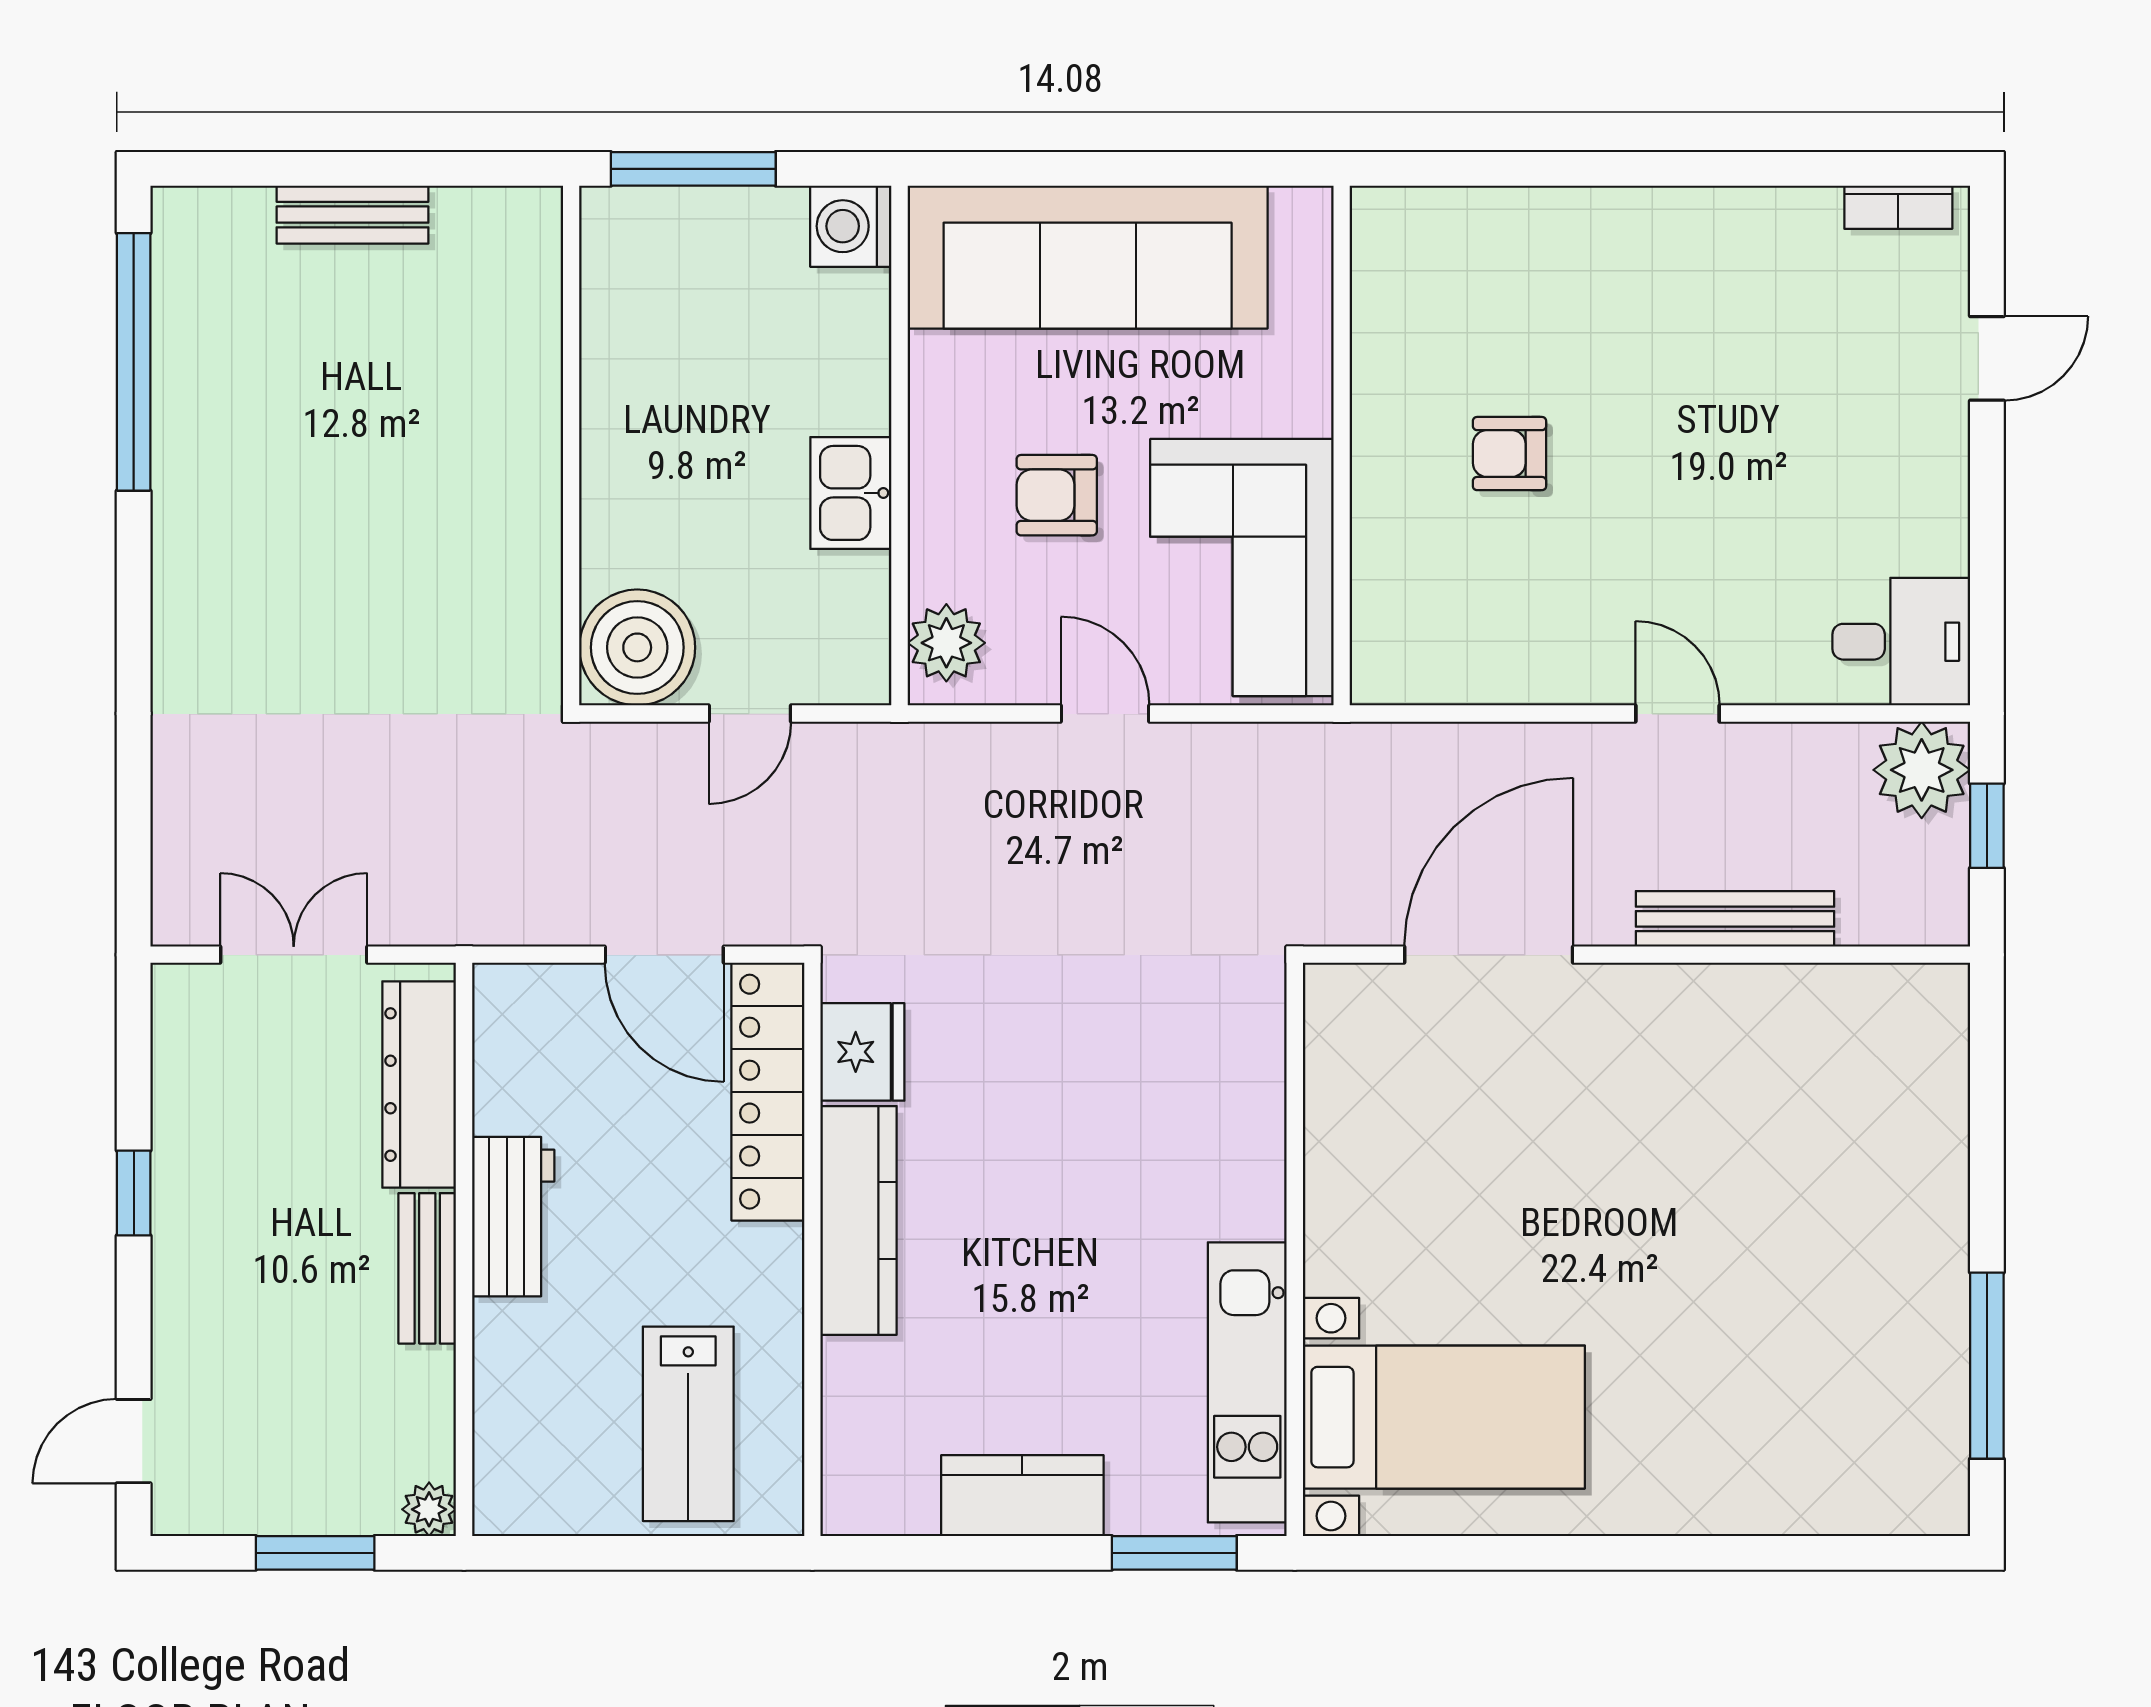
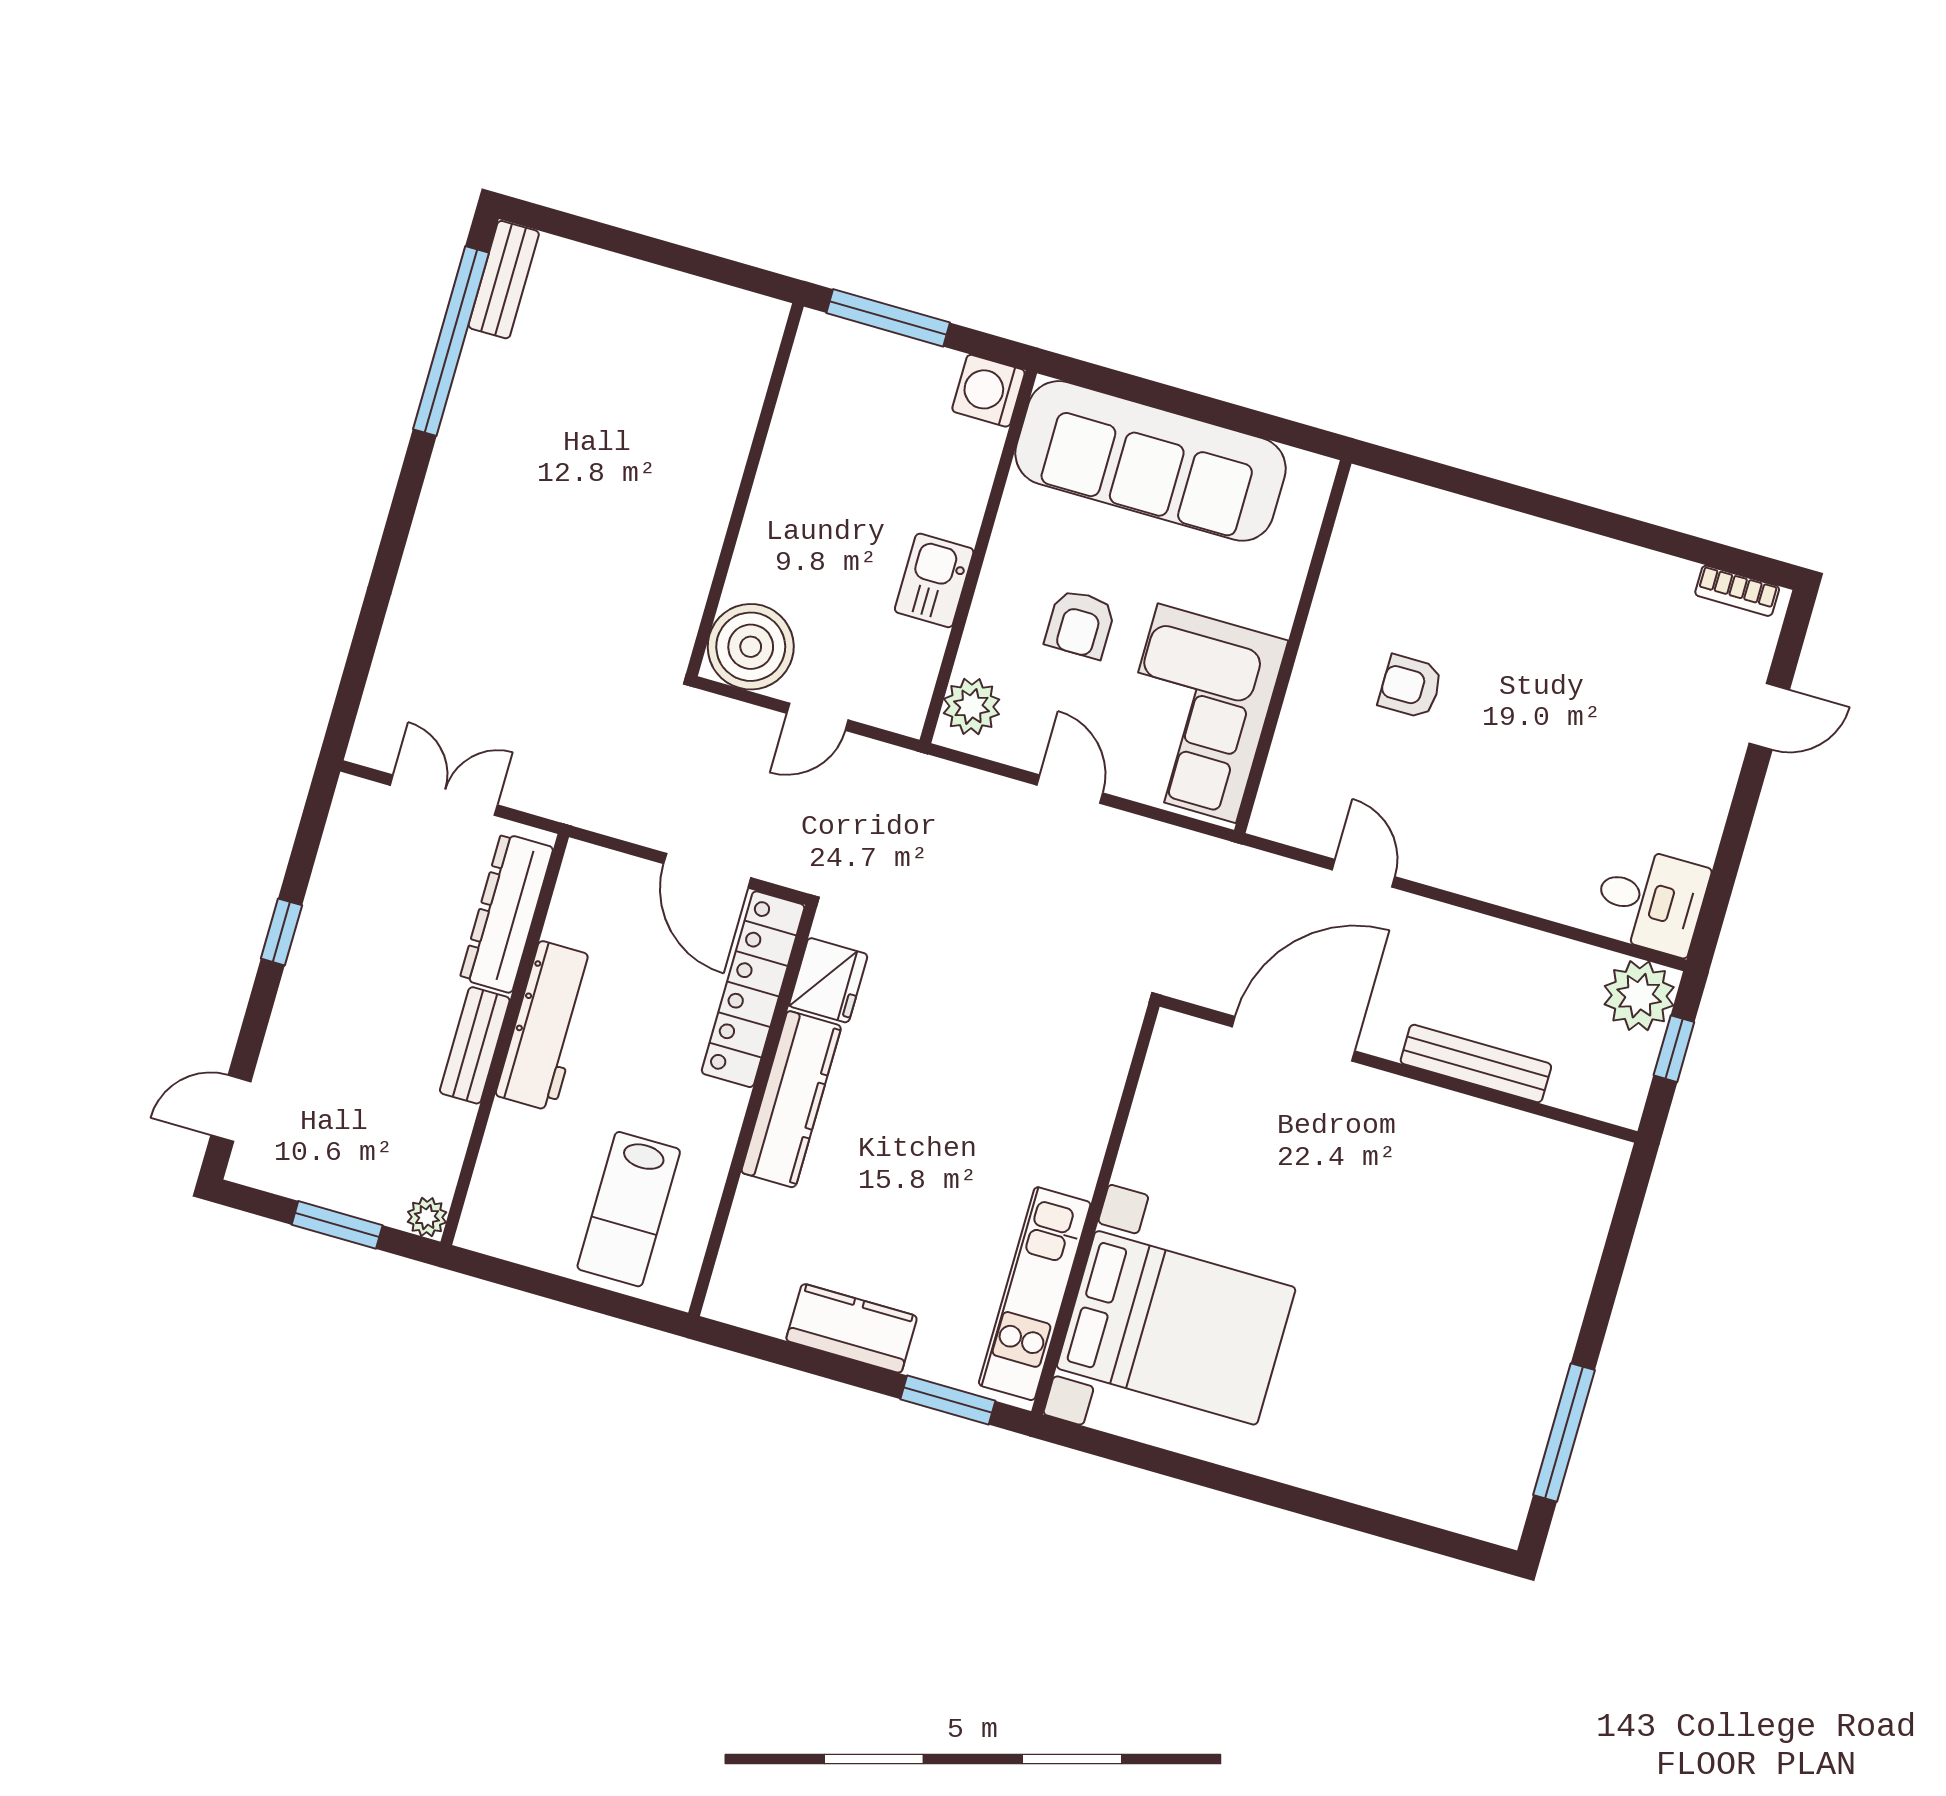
bench: (352, 215) -> (504, 280), moved, turned 90
armchair: (1057, 495) -> (1080, 624), turned -90
door: (1677, 714) -> (1363, 873), moved
workbench: (513, 1217) -> (546, 1026), width x1.38
bed with nightstands: (1444, 1417) -> (1176, 1328), width x1.36

